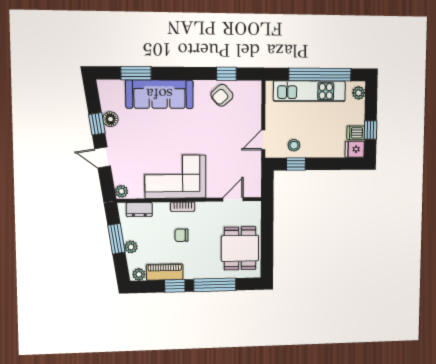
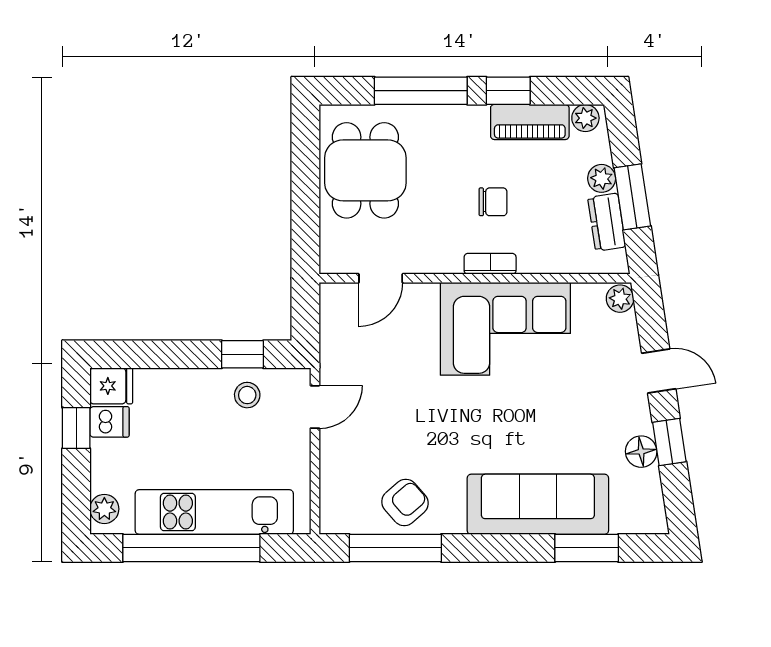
window: (226, 74) -> (395, 548), width x2.17
dresser: (139, 210) -> (607, 222), moved, turned -99

